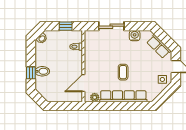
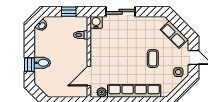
water cooler: (135, 36) -> (96, 22), moved
coffee table: (123, 72) -> (153, 59), moved

